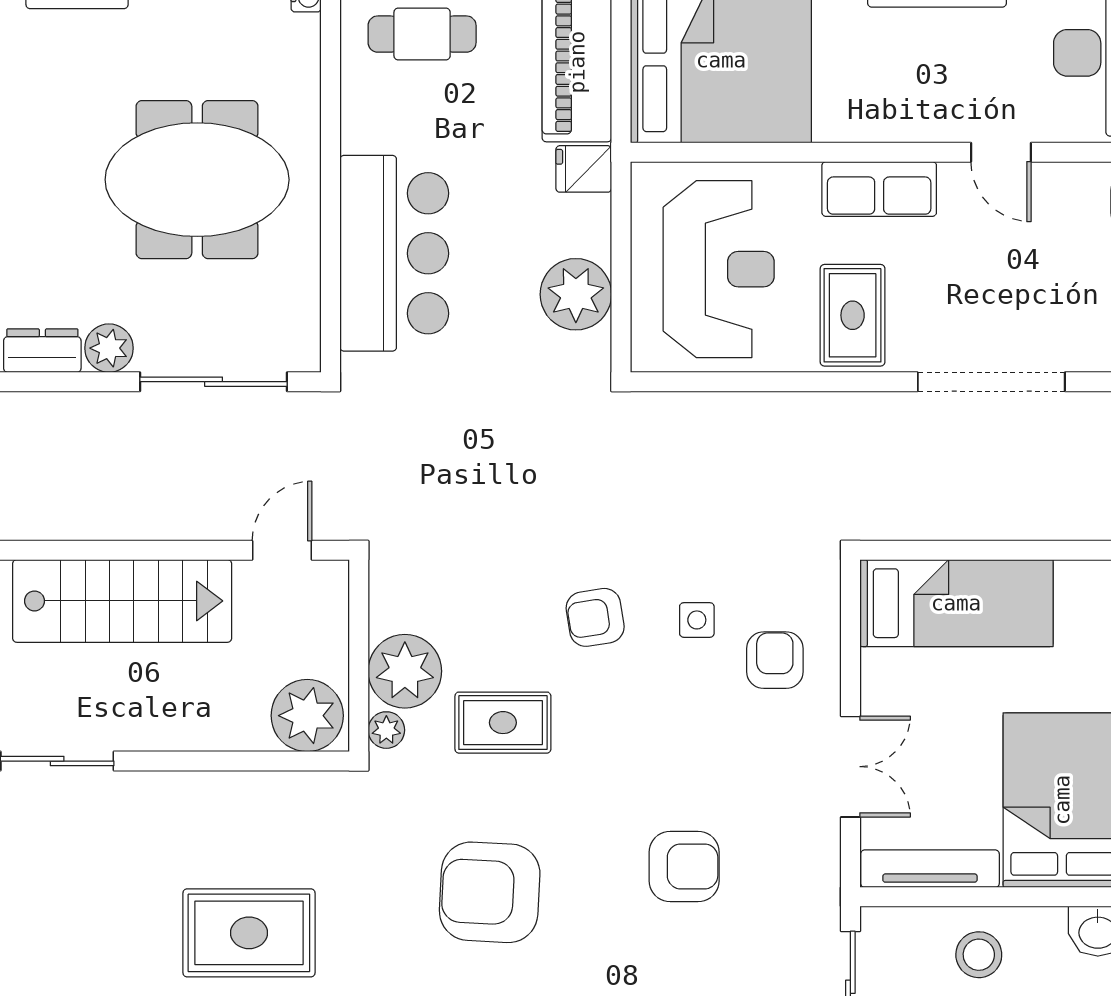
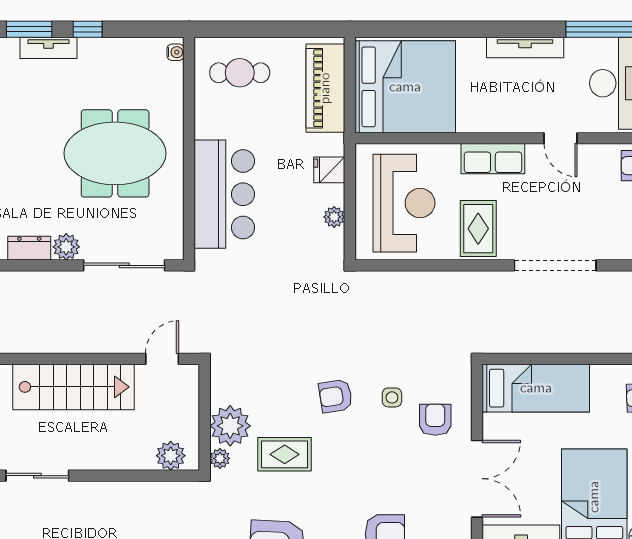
fridge: (584, 169) -> (329, 170), moved
plant: (576, 294) -> (334, 217), width x0.53, depth x0.53
plant: (307, 716) -> (171, 456), width x0.73, depth x0.73
double door: (850, 767) -> (477, 479), width x1.37

